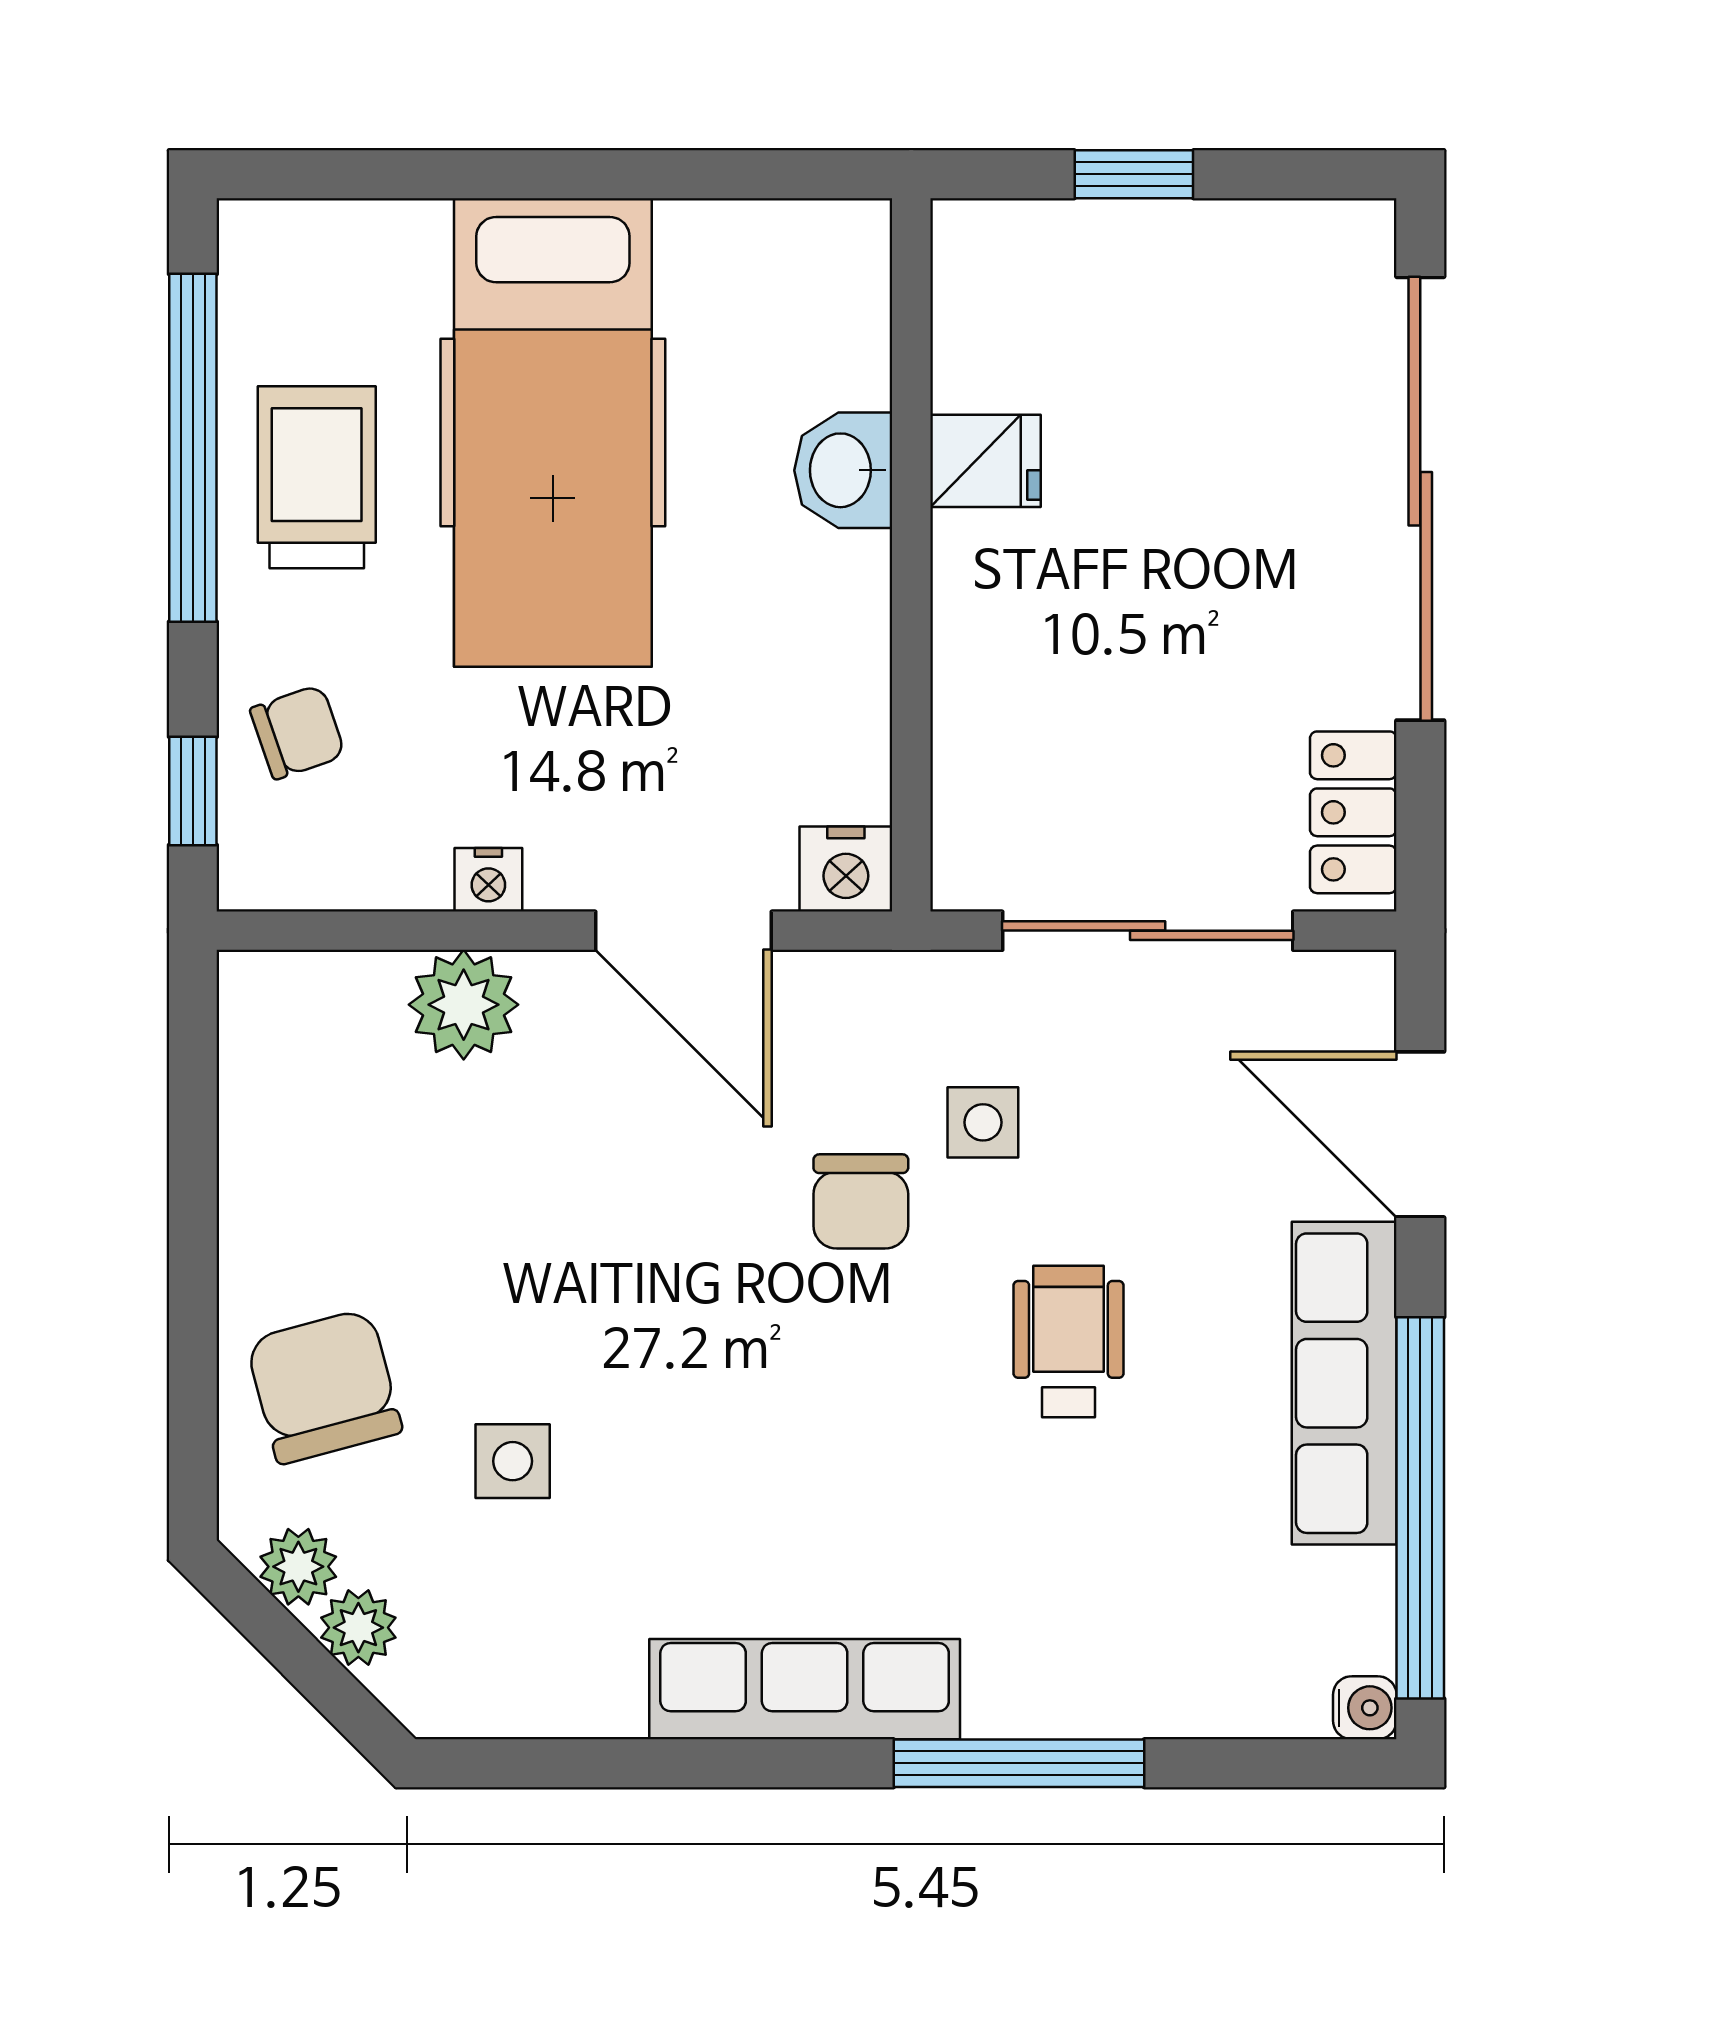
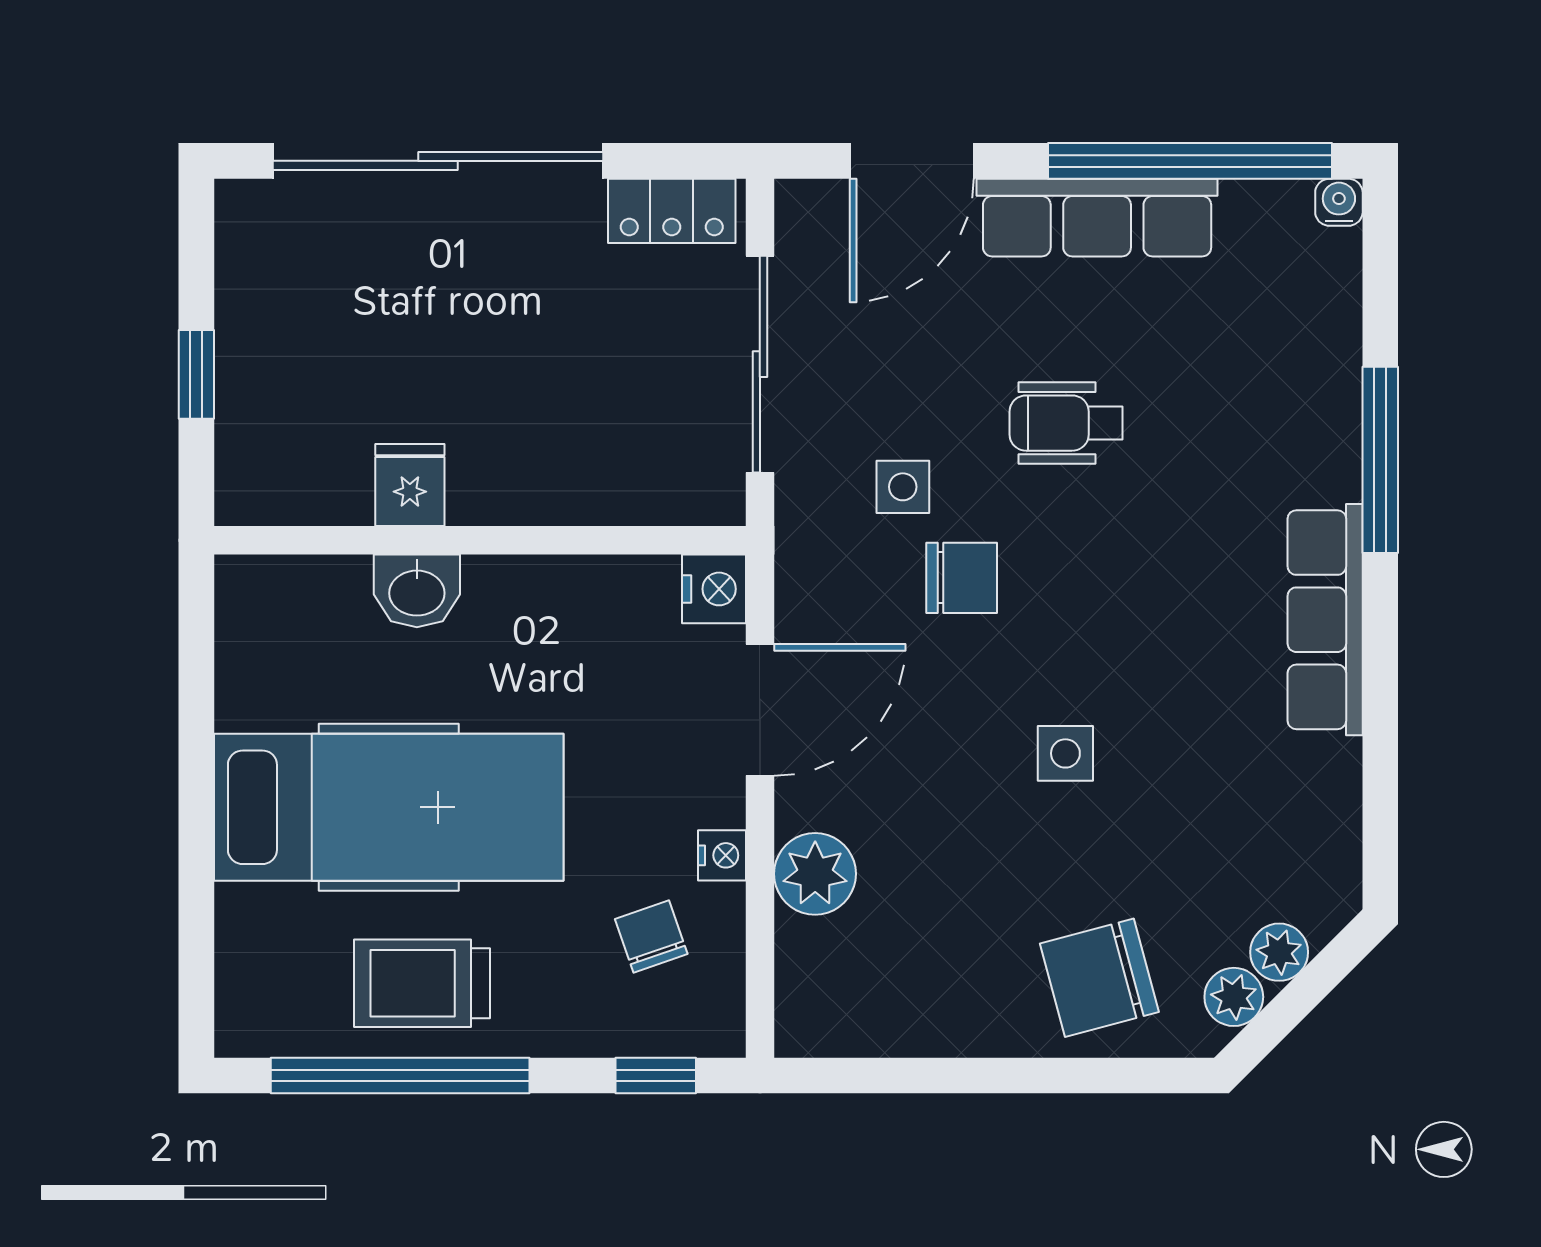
chair: (298, 732) -> (651, 937), moved
side table: (513, 1461) -> (1065, 753), moved

